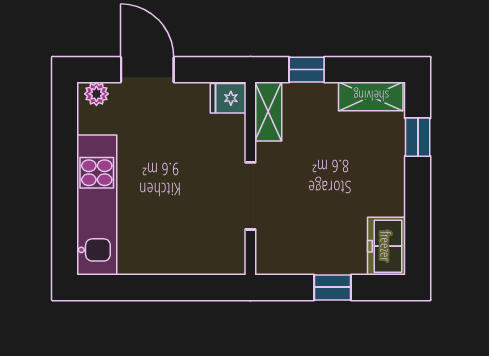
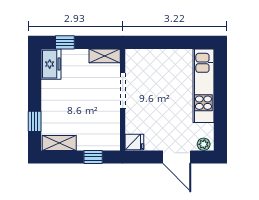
shelving: (268, 112) -> (105, 56), moved, turned 90
window: (332, 287) -> (65, 42), moved

